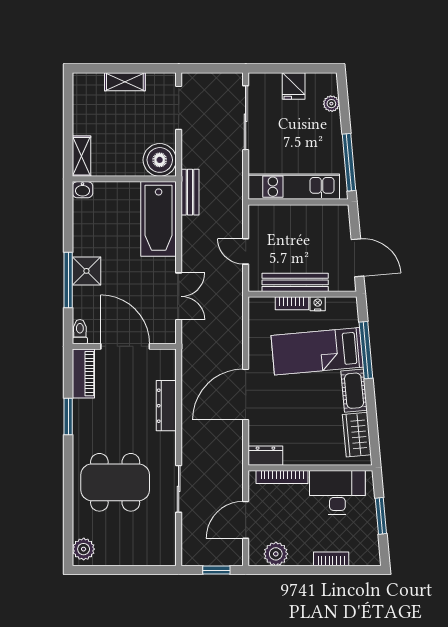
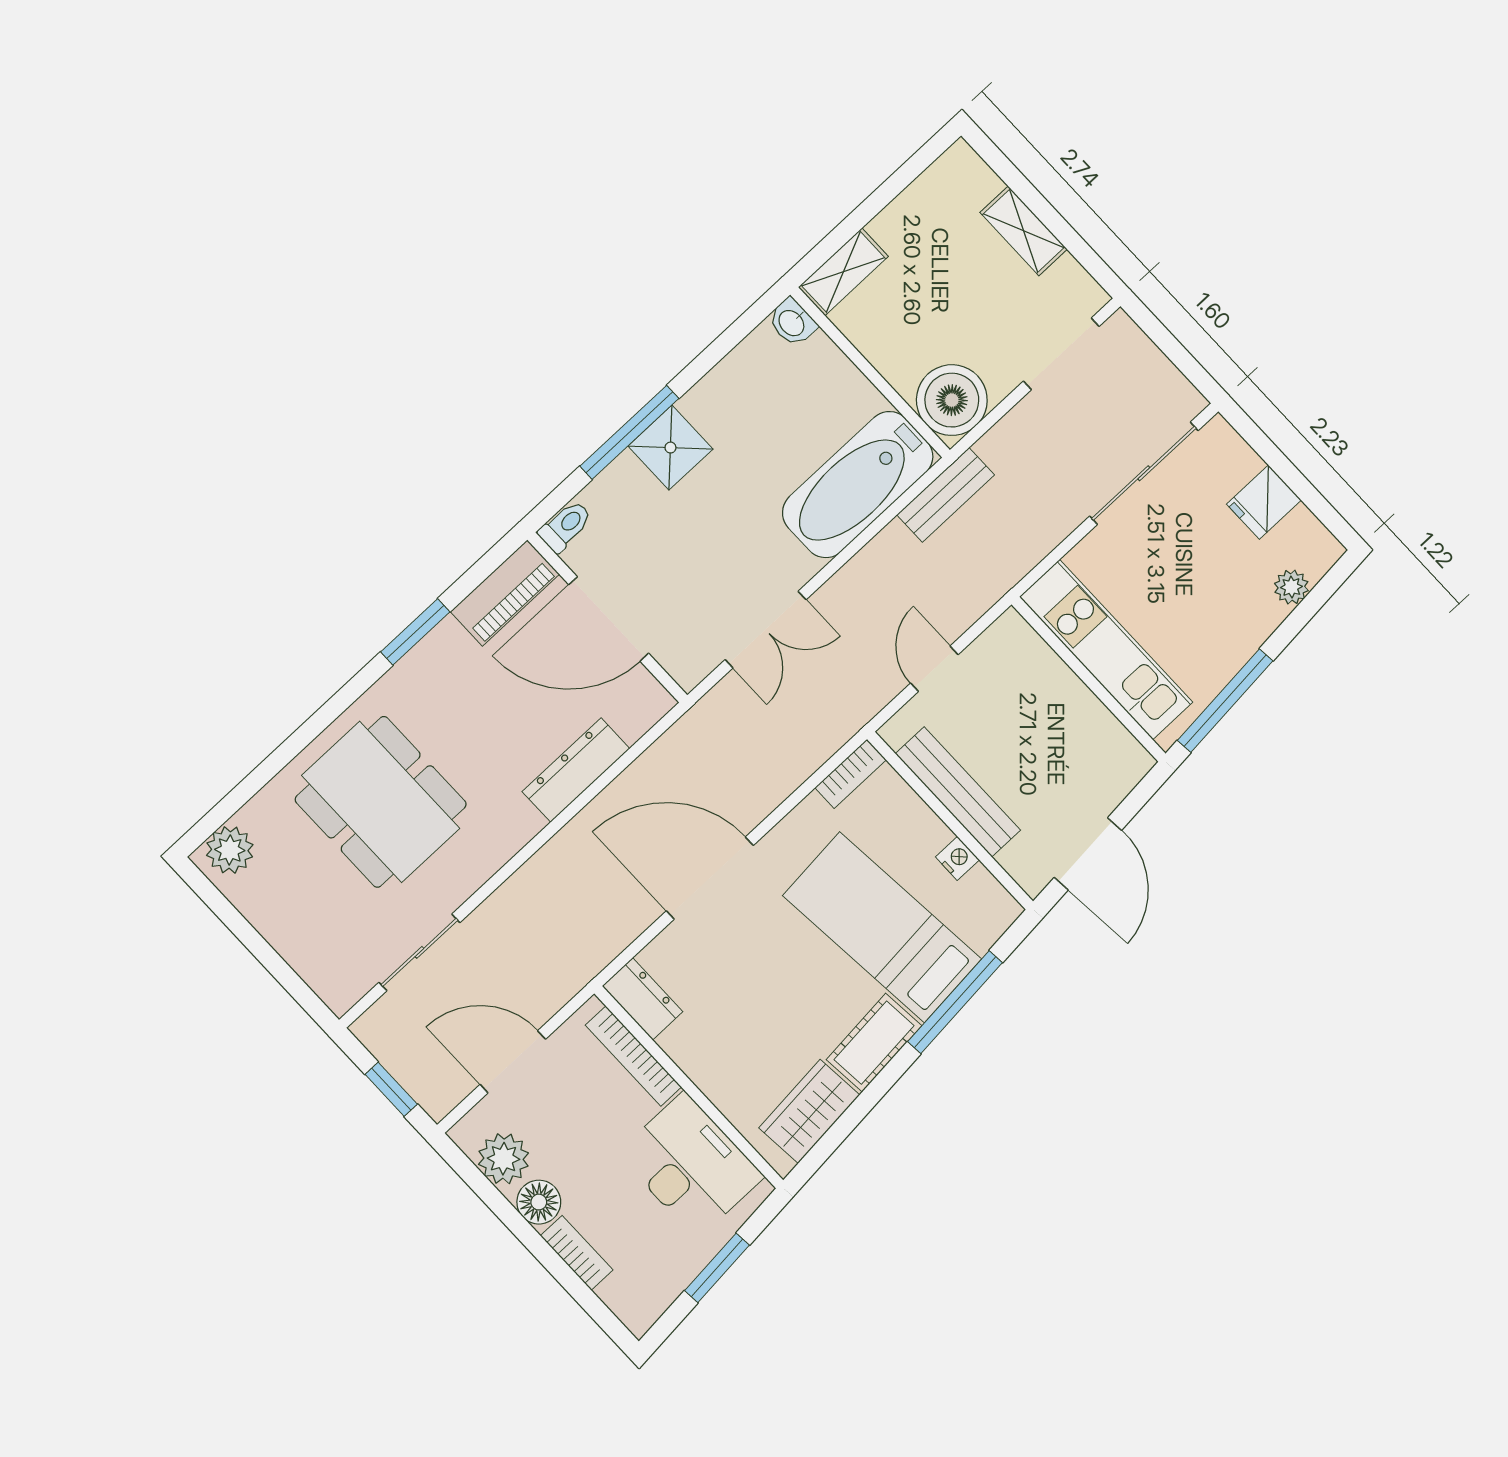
bookcase: (292, 303) -> (851, 774), moved, turned -90
door: (125, 346) -> (609, 619), swing flipped
sliding door: (179, 489) -> (419, 952), moved
floor lamp: (302, 556) -> (539, 1202), added

